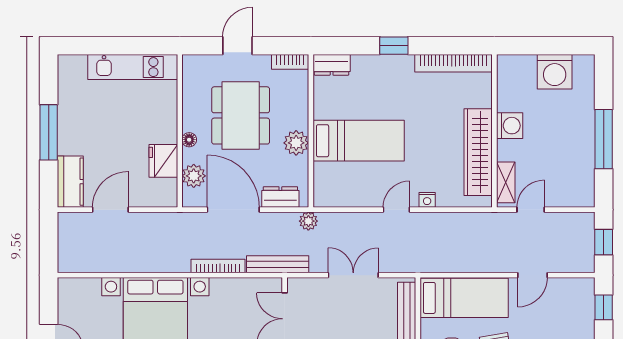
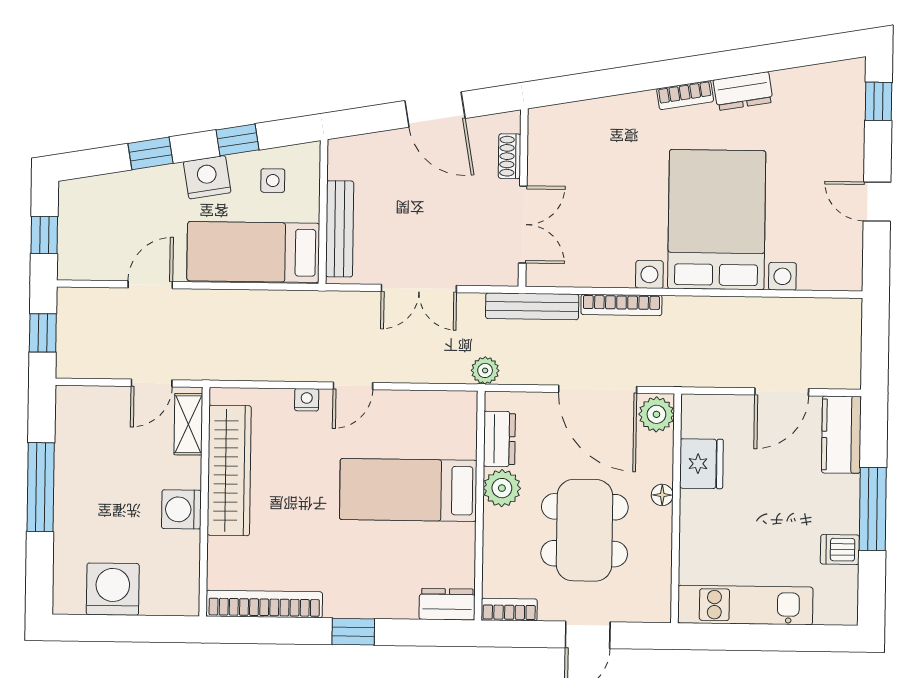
dishwasher: (70, 105) -> (840, 550), added
plant: (194, 176) -> (656, 414), moved
dresser: (280, 197) -> (499, 439), moved, turned -90

